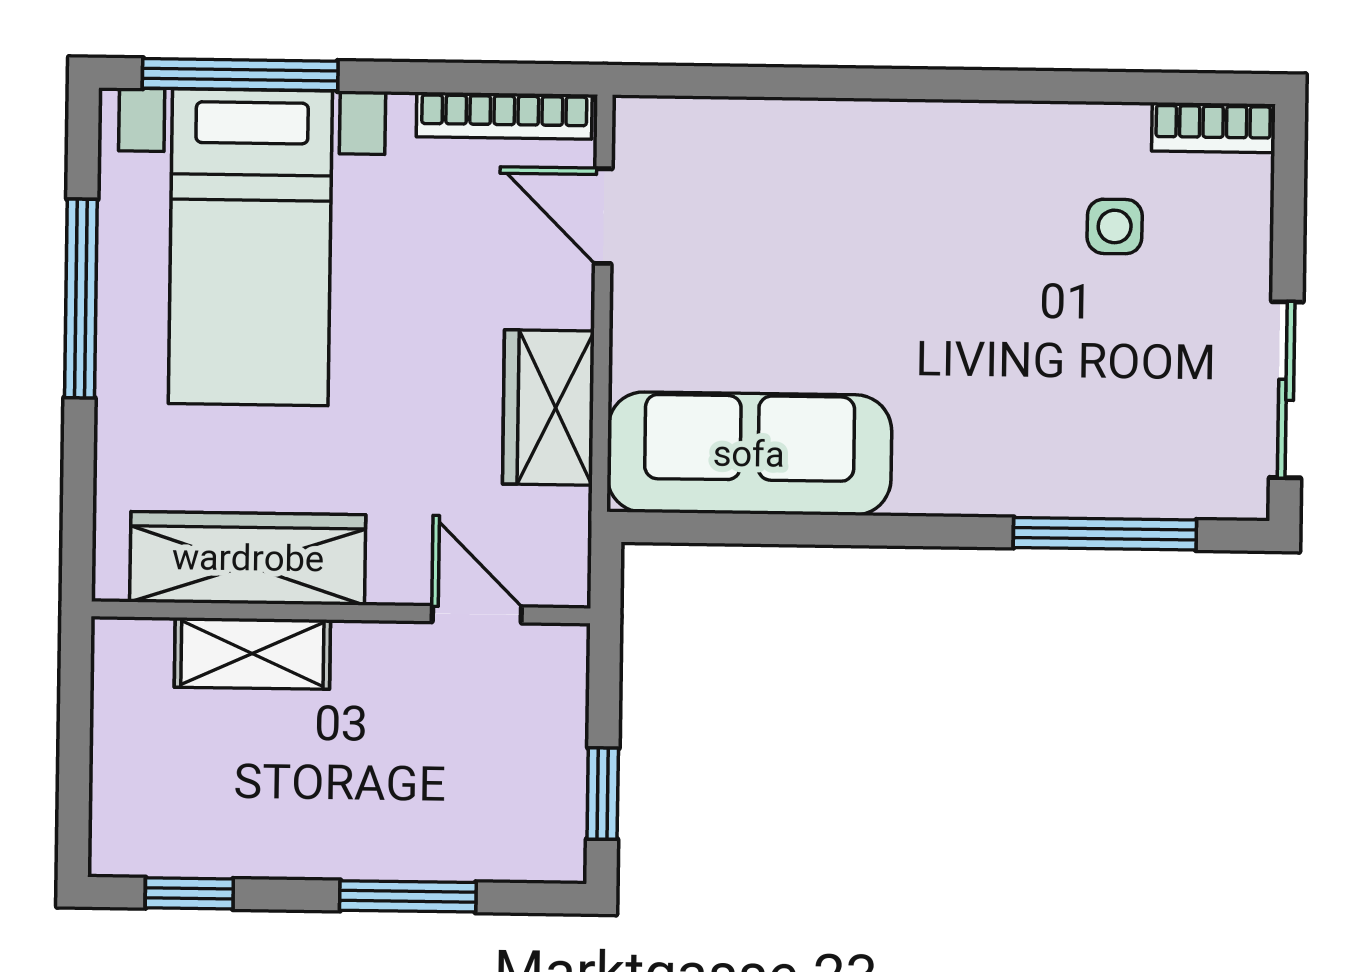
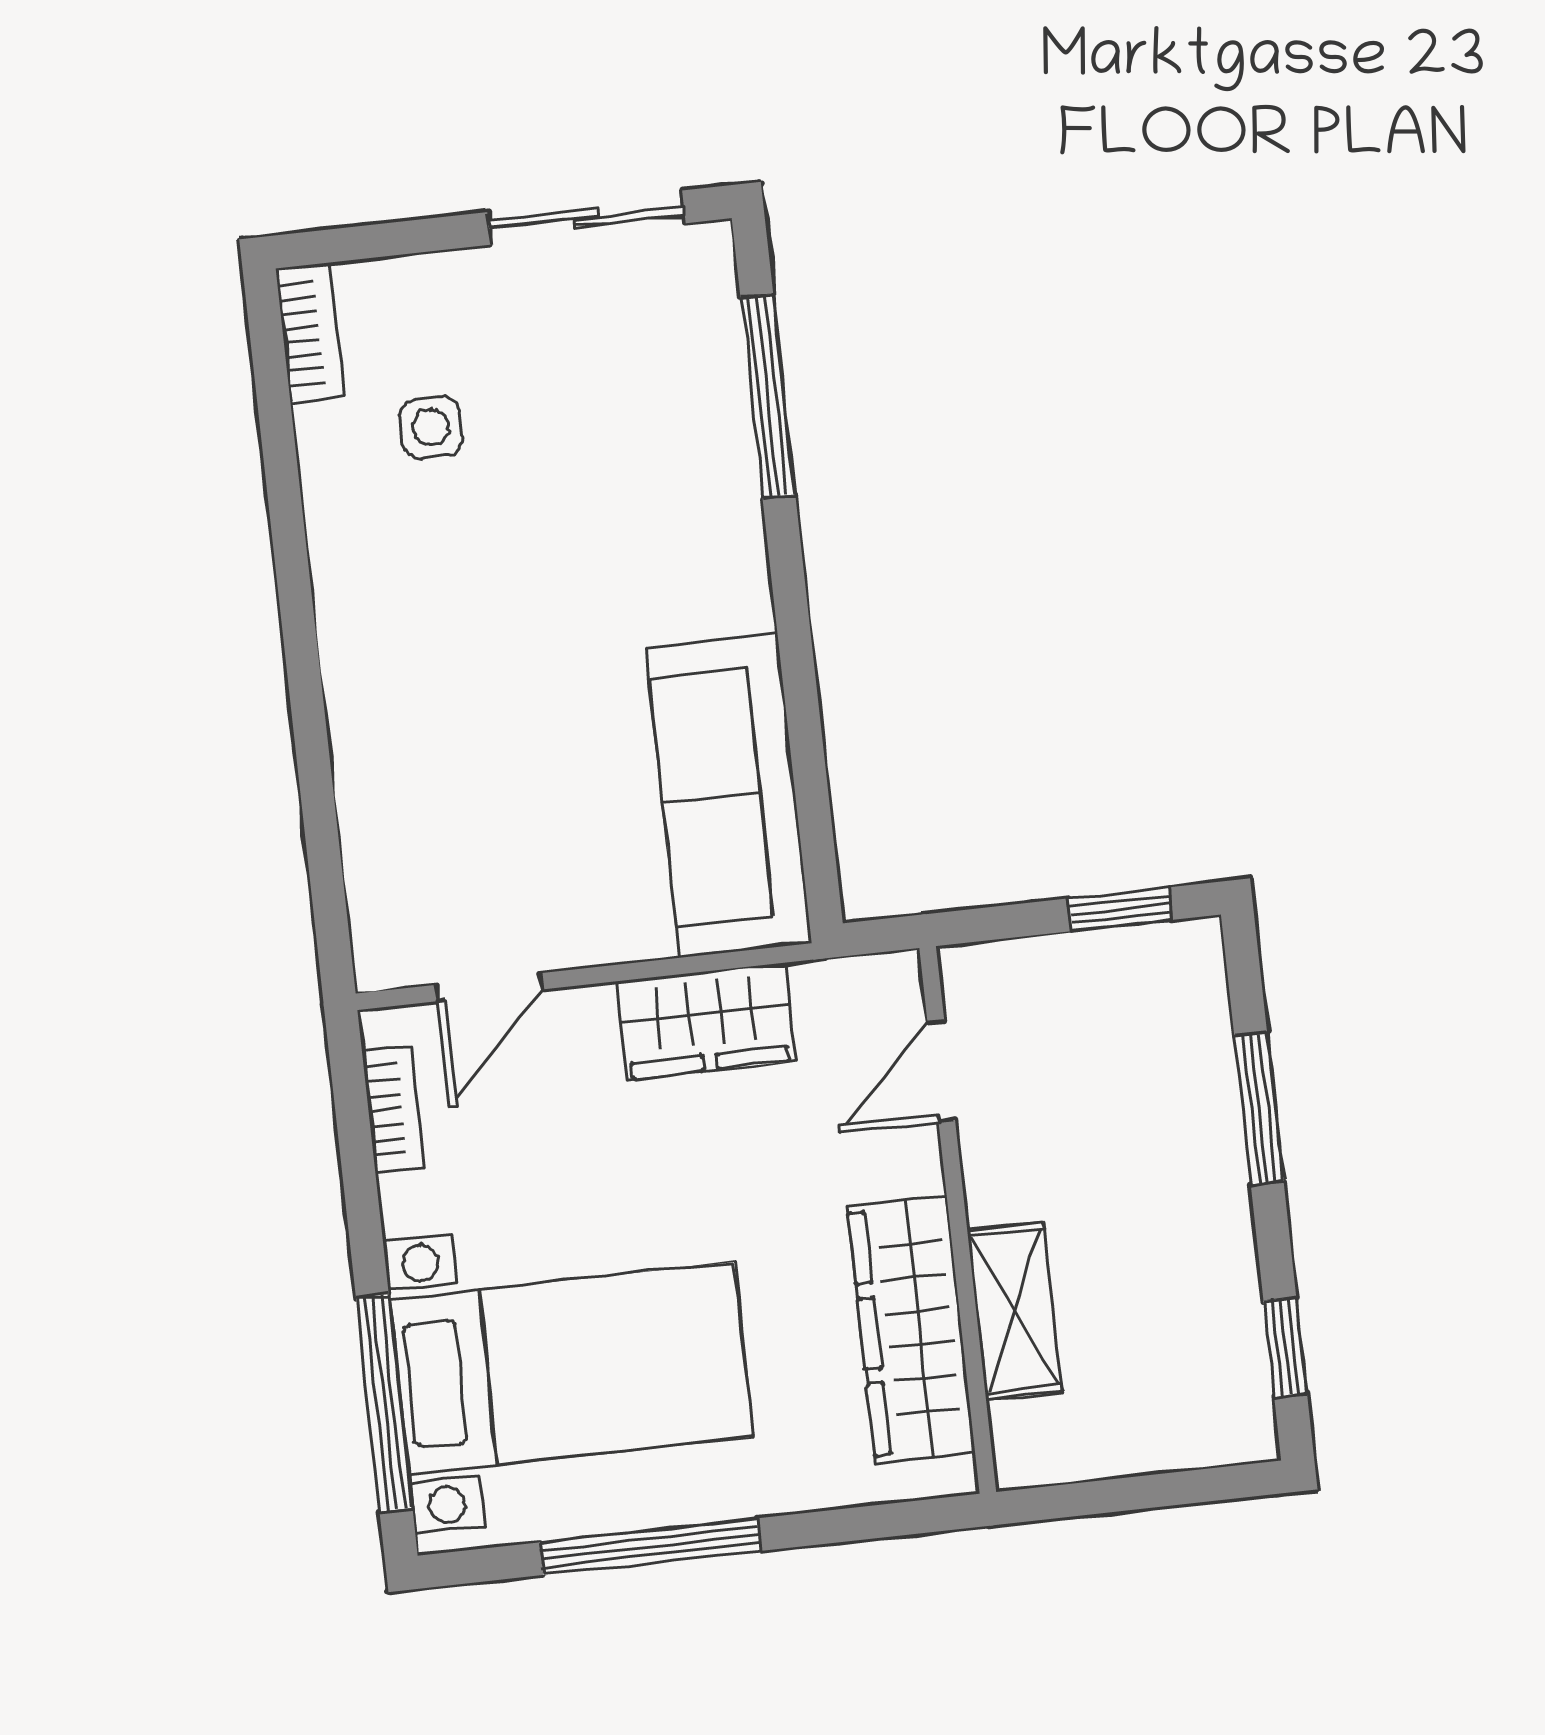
bookcase: (504, 116) -> (393, 1109), width x0.64

